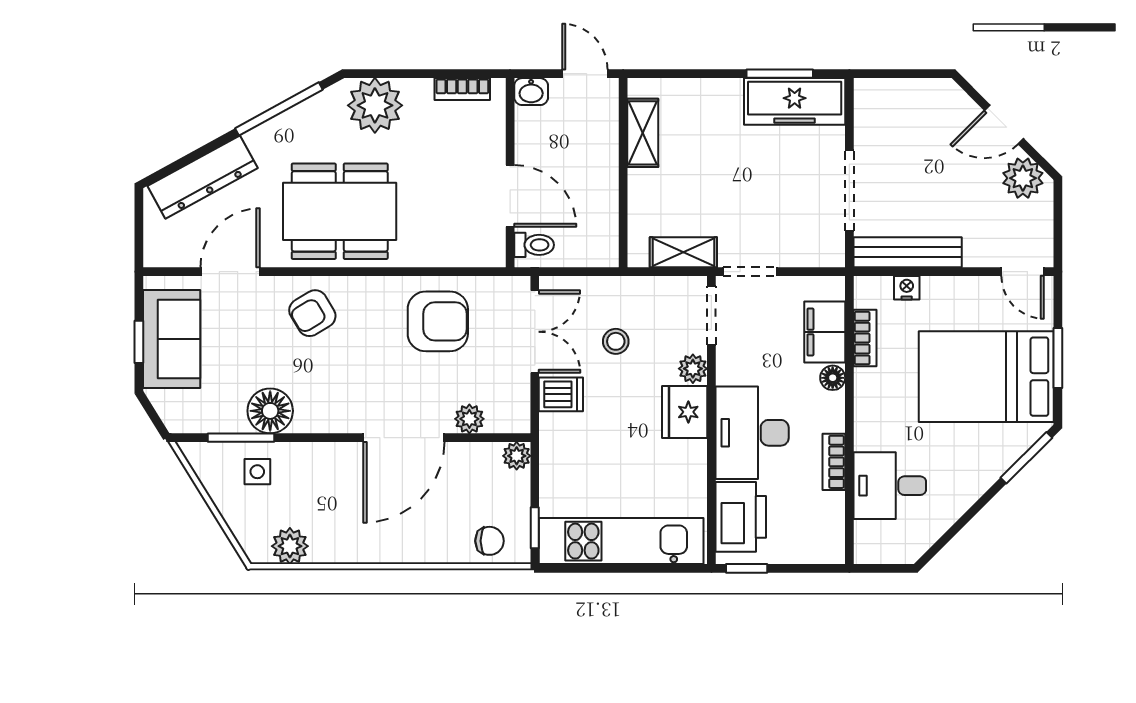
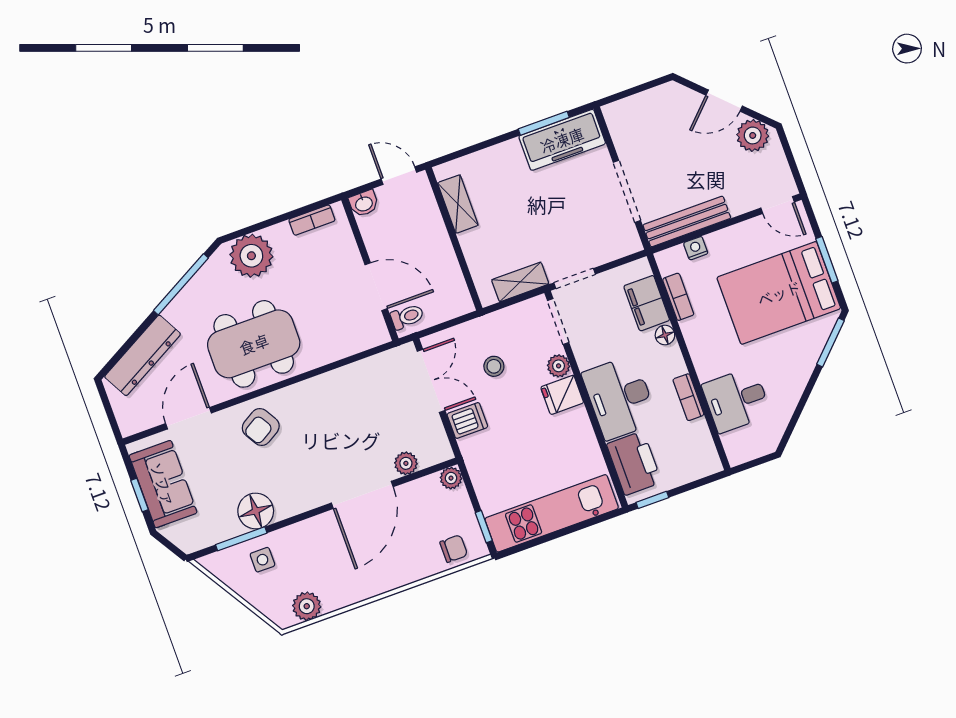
armchair: (438, 321) -> (356, 399), removed
fridge: (685, 412) -> (562, 395), width x0.72

